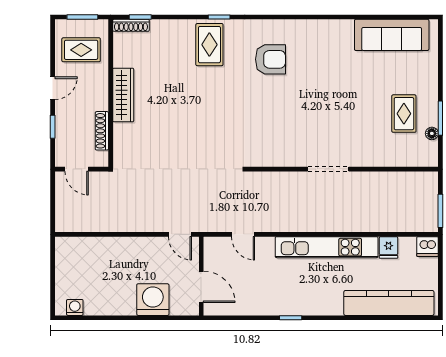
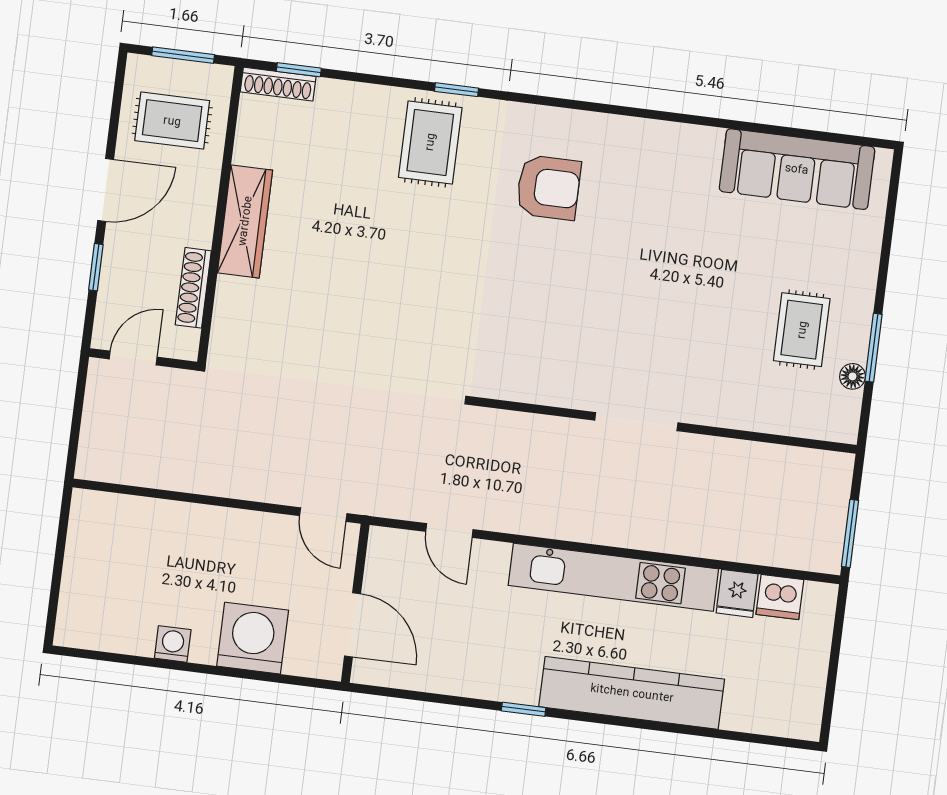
door: (53, 88) -> (106, 190), width x1.38
door: (77, 169) -> (133, 358), swing flipped
dishwasher: (428, 247) -> (780, 597), moved
kitchen counter: (389, 303) -> (632, 693), moved
washing machine: (75, 307) -> (173, 644), moved

